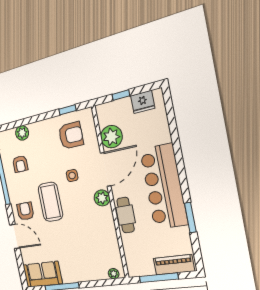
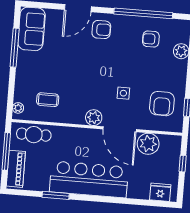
fridge: (143, 102) -> (160, 192), moved, turned 90
coffee table: (50, 202) -> (48, 100), moved, width x0.54, depth x0.58
cafe table: (126, 215) -> (34, 135), moved

